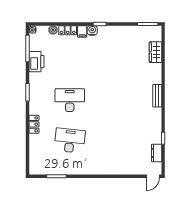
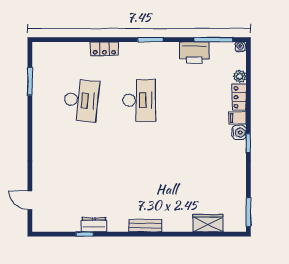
dresser: (157, 153) -> (94, 225), moved
door: (153, 176) -> (30, 200), moved

